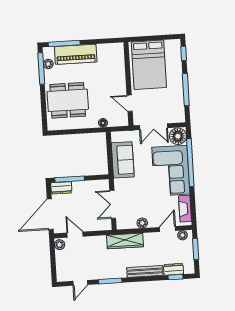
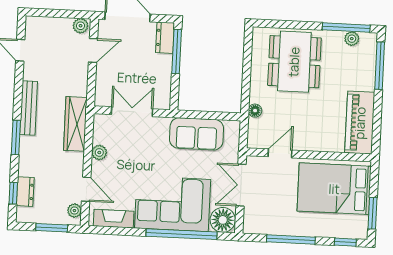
window: (162, 37) -> (372, 213), added
piano: (76, 54) -> (360, 123), moved
bench: (145, 271) -> (29, 108), moved
window: (110, 281) -> (16, 138), moved

